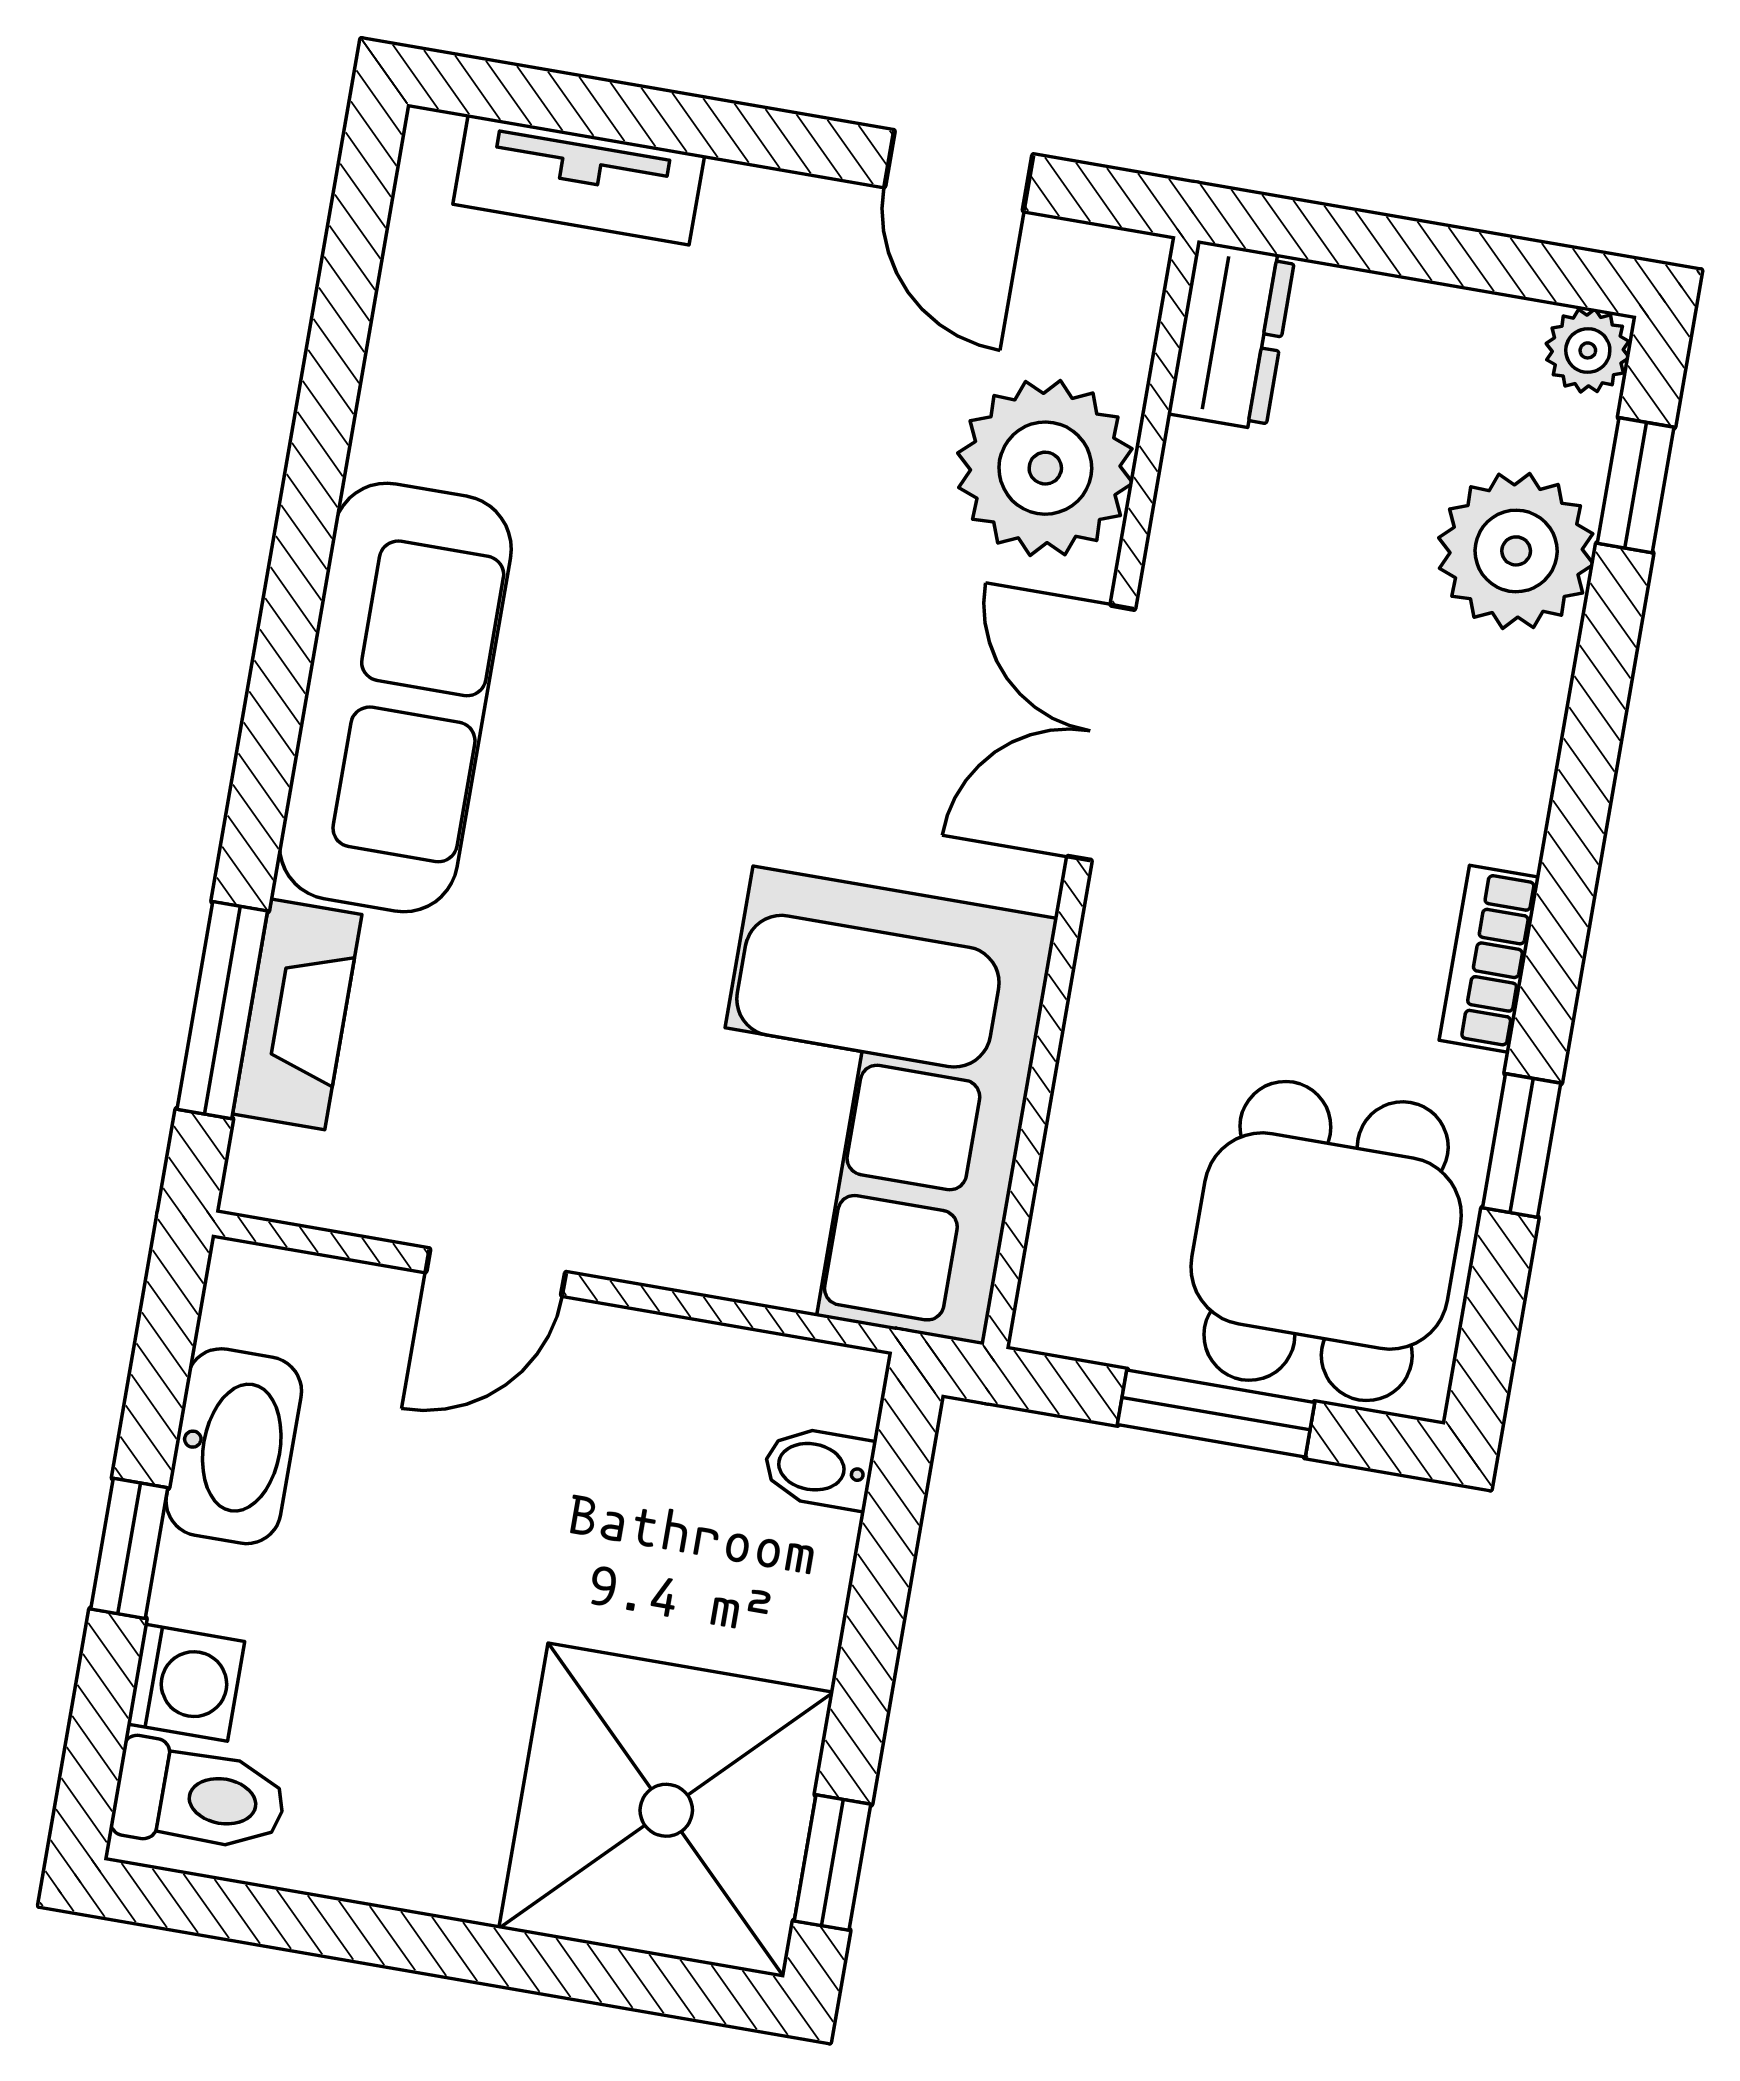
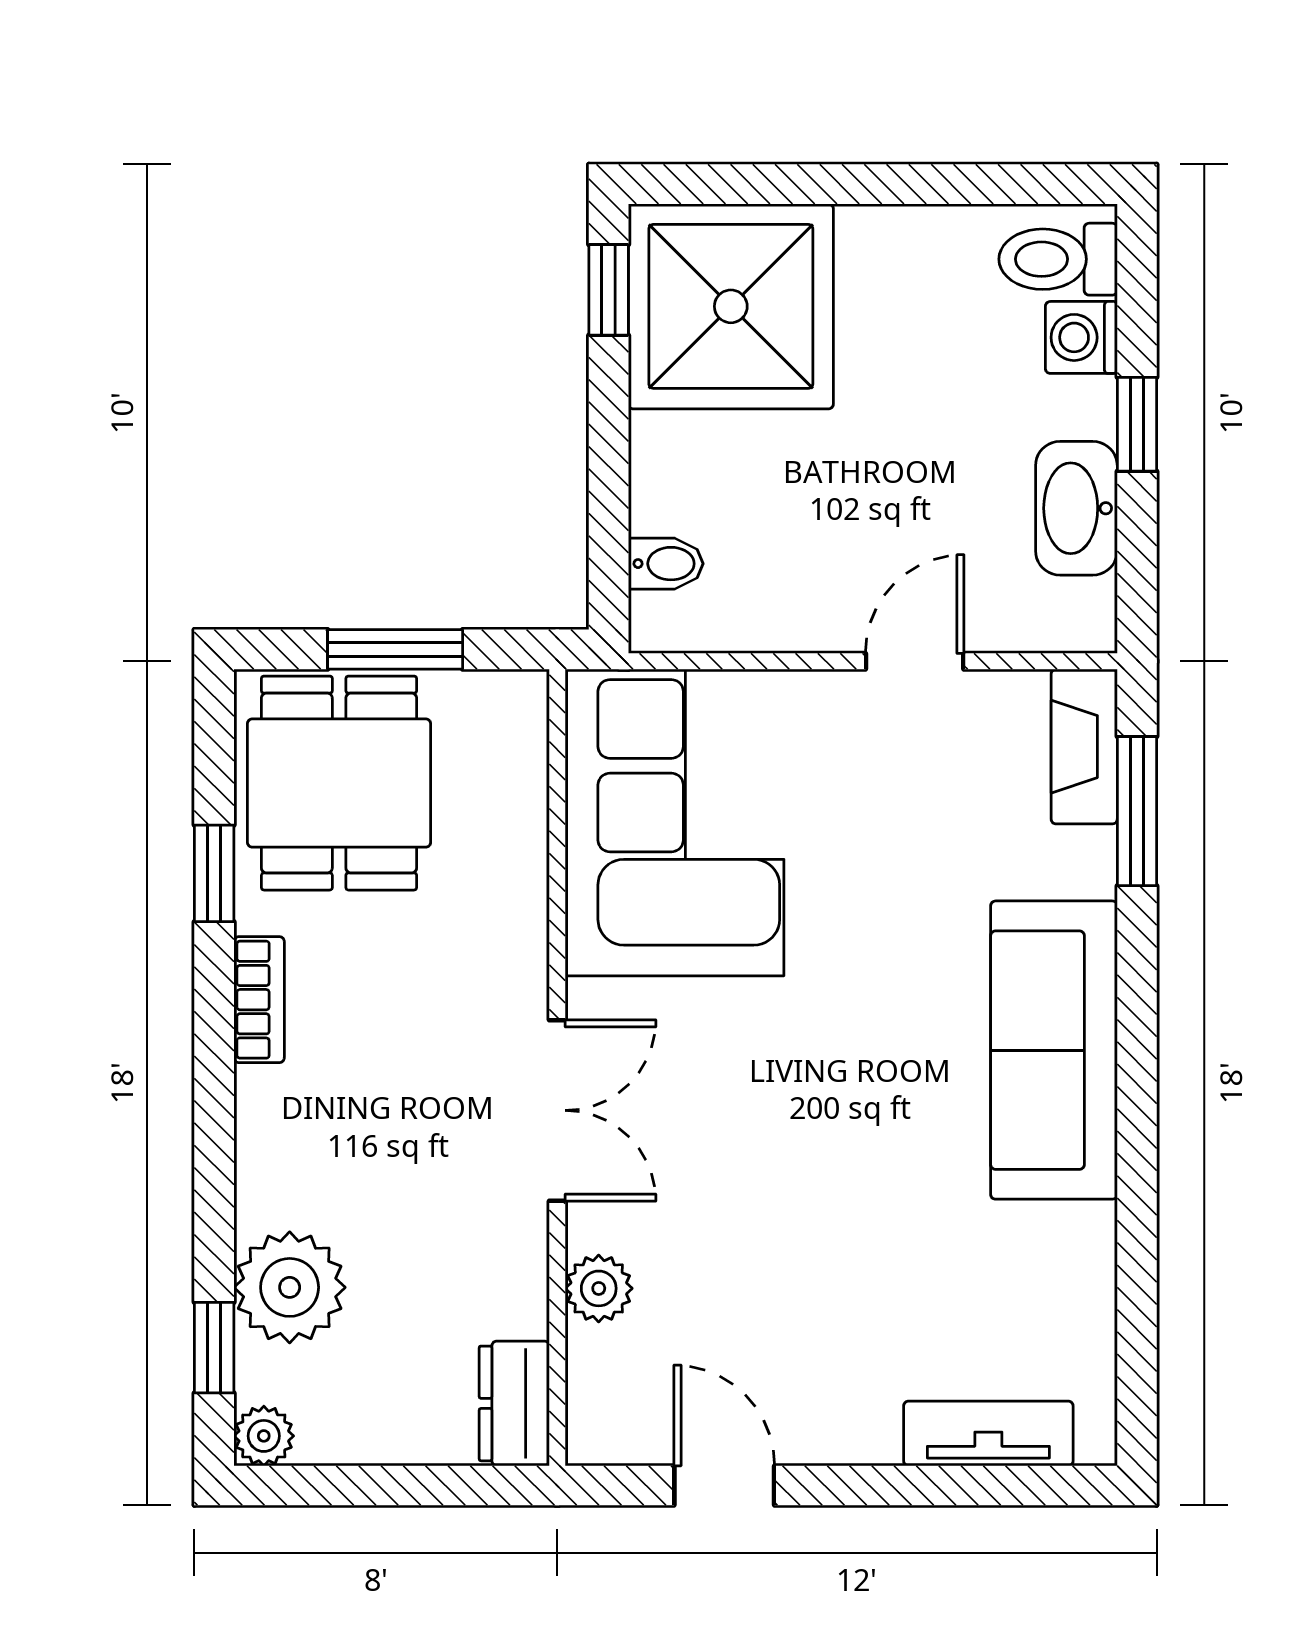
plant: (1045, 468) -> (599, 1288), width x0.53, depth x0.53
fireplace: (297, 1014) -> (1084, 747), moved

